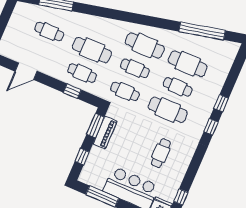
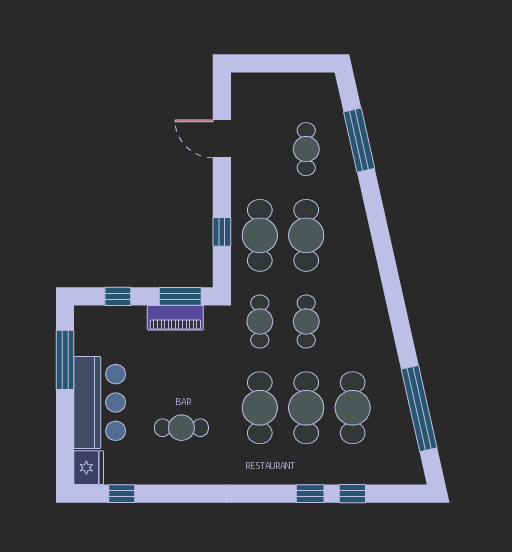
cafe table: (145, 45) -> (353, 322), removed
cafe table: (82, 73) -> (260, 235), width x1.37, depth x1.35
cafe table: (178, 87) -> (306, 408), width x1.37, depth x1.35
window: (211, 127) -> (352, 494), moved

